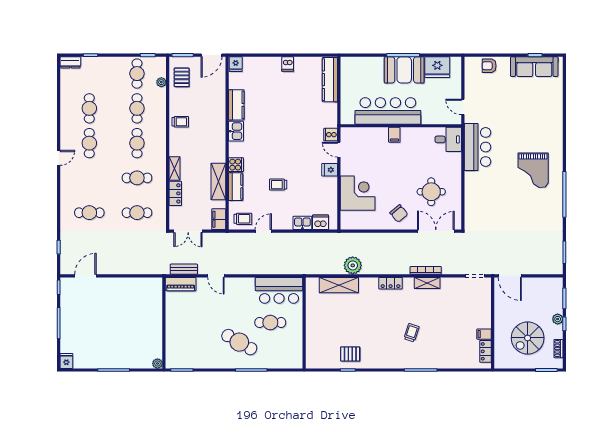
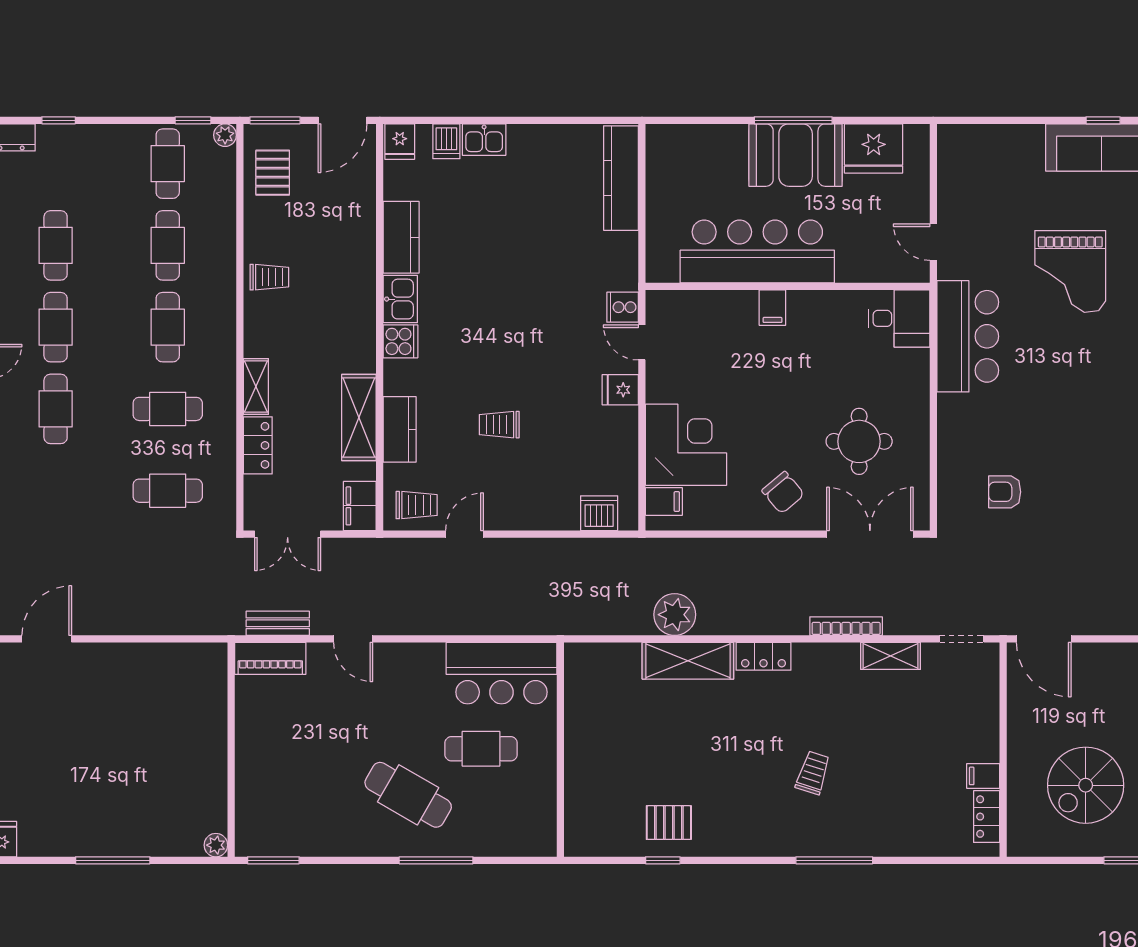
dishwasher: (288, 64) -> (446, 141), moved
armchair: (489, 66) -> (1005, 492), moved
plant: (161, 82) -> (225, 135), moved
cooker: (236, 165) -> (401, 341), moved
grand piano: (533, 170) -> (1070, 271), moved
cafe table: (89, 213) -> (56, 409), moved, turned 90
filing cabinet: (348, 217) -> (664, 502), added
kitchen sink: (302, 223) -> (484, 140), moved, turned 180
shelving: (427, 283) -> (891, 656), moved
shelving: (339, 285) -> (688, 661), moved

